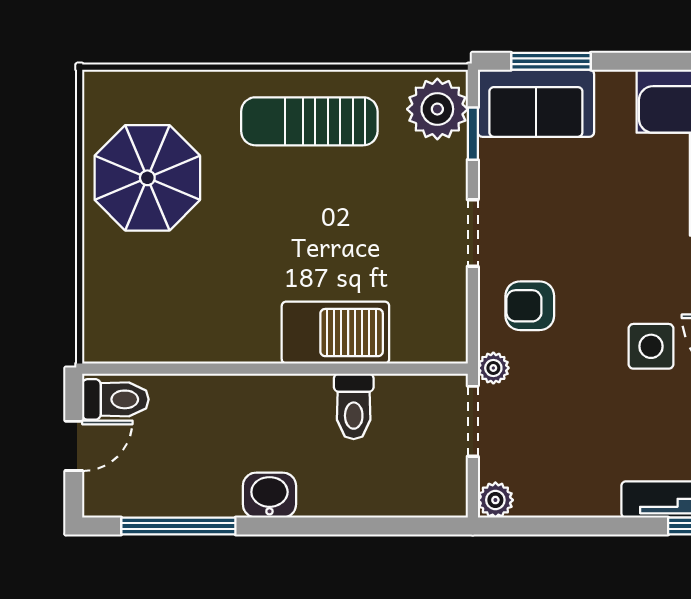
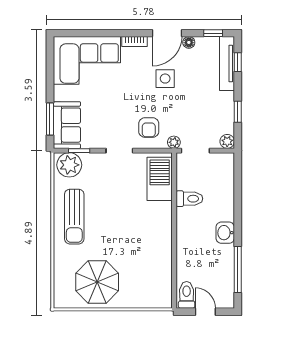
barbecue: (335, 333) -> (160, 179), moved
window: (569, 526) -> (238, 112), added

